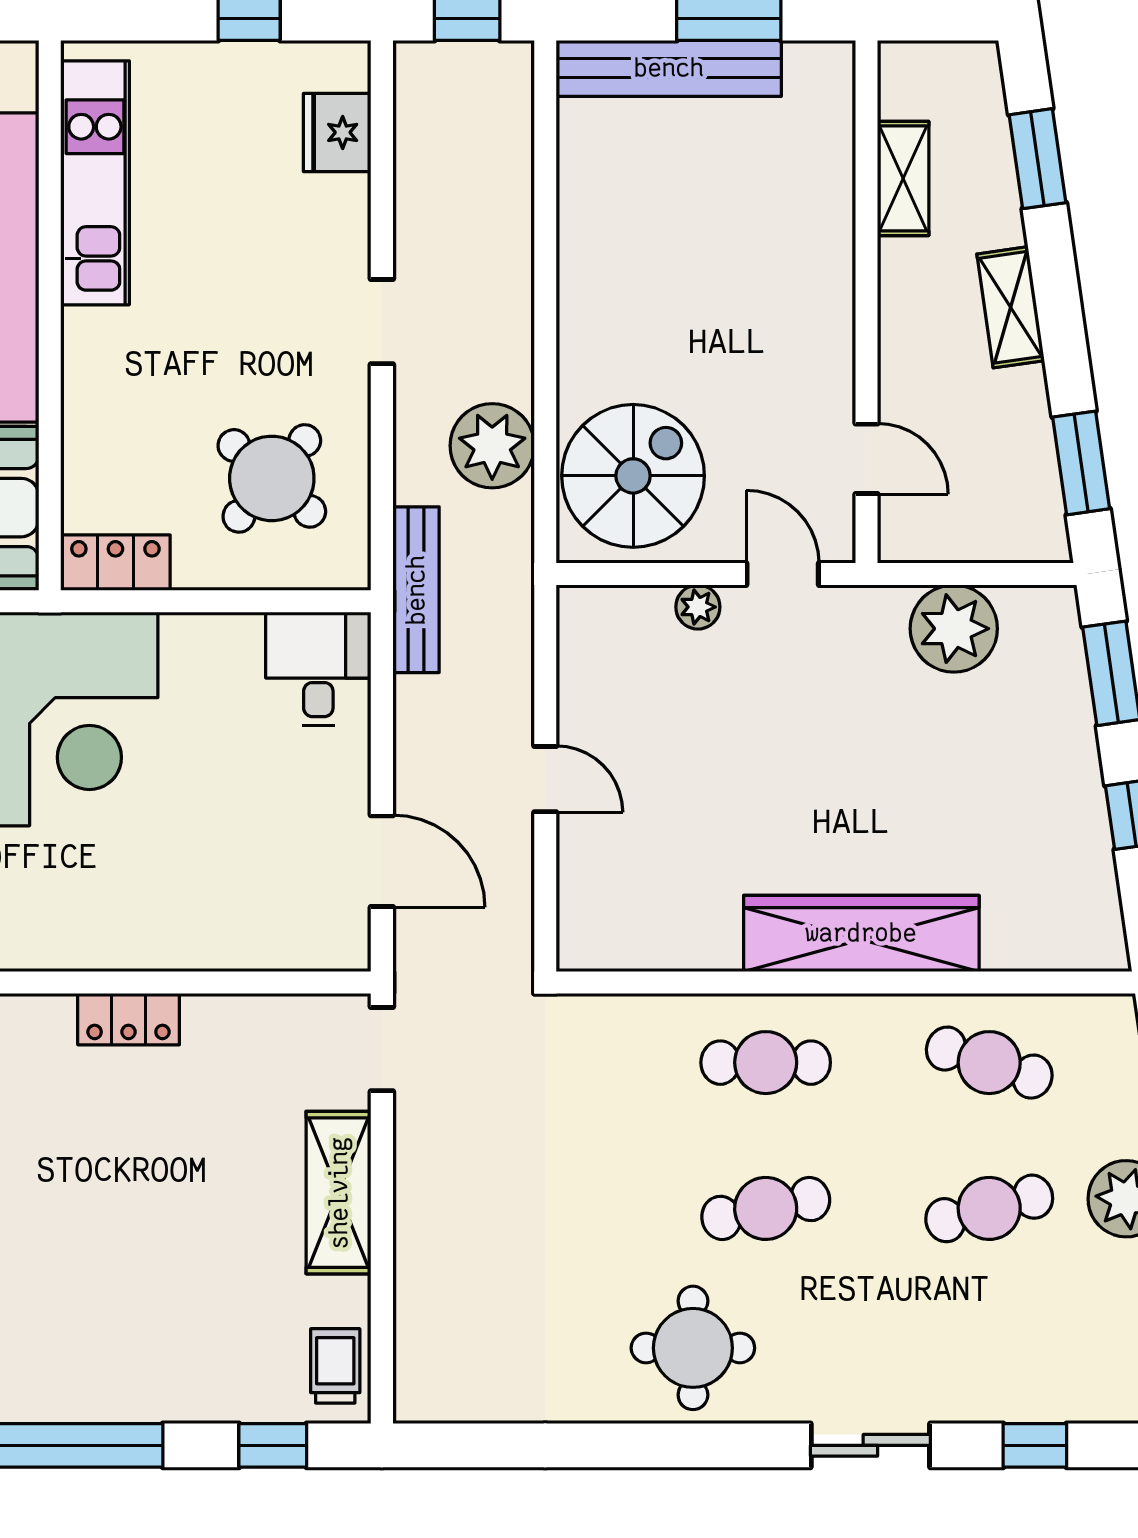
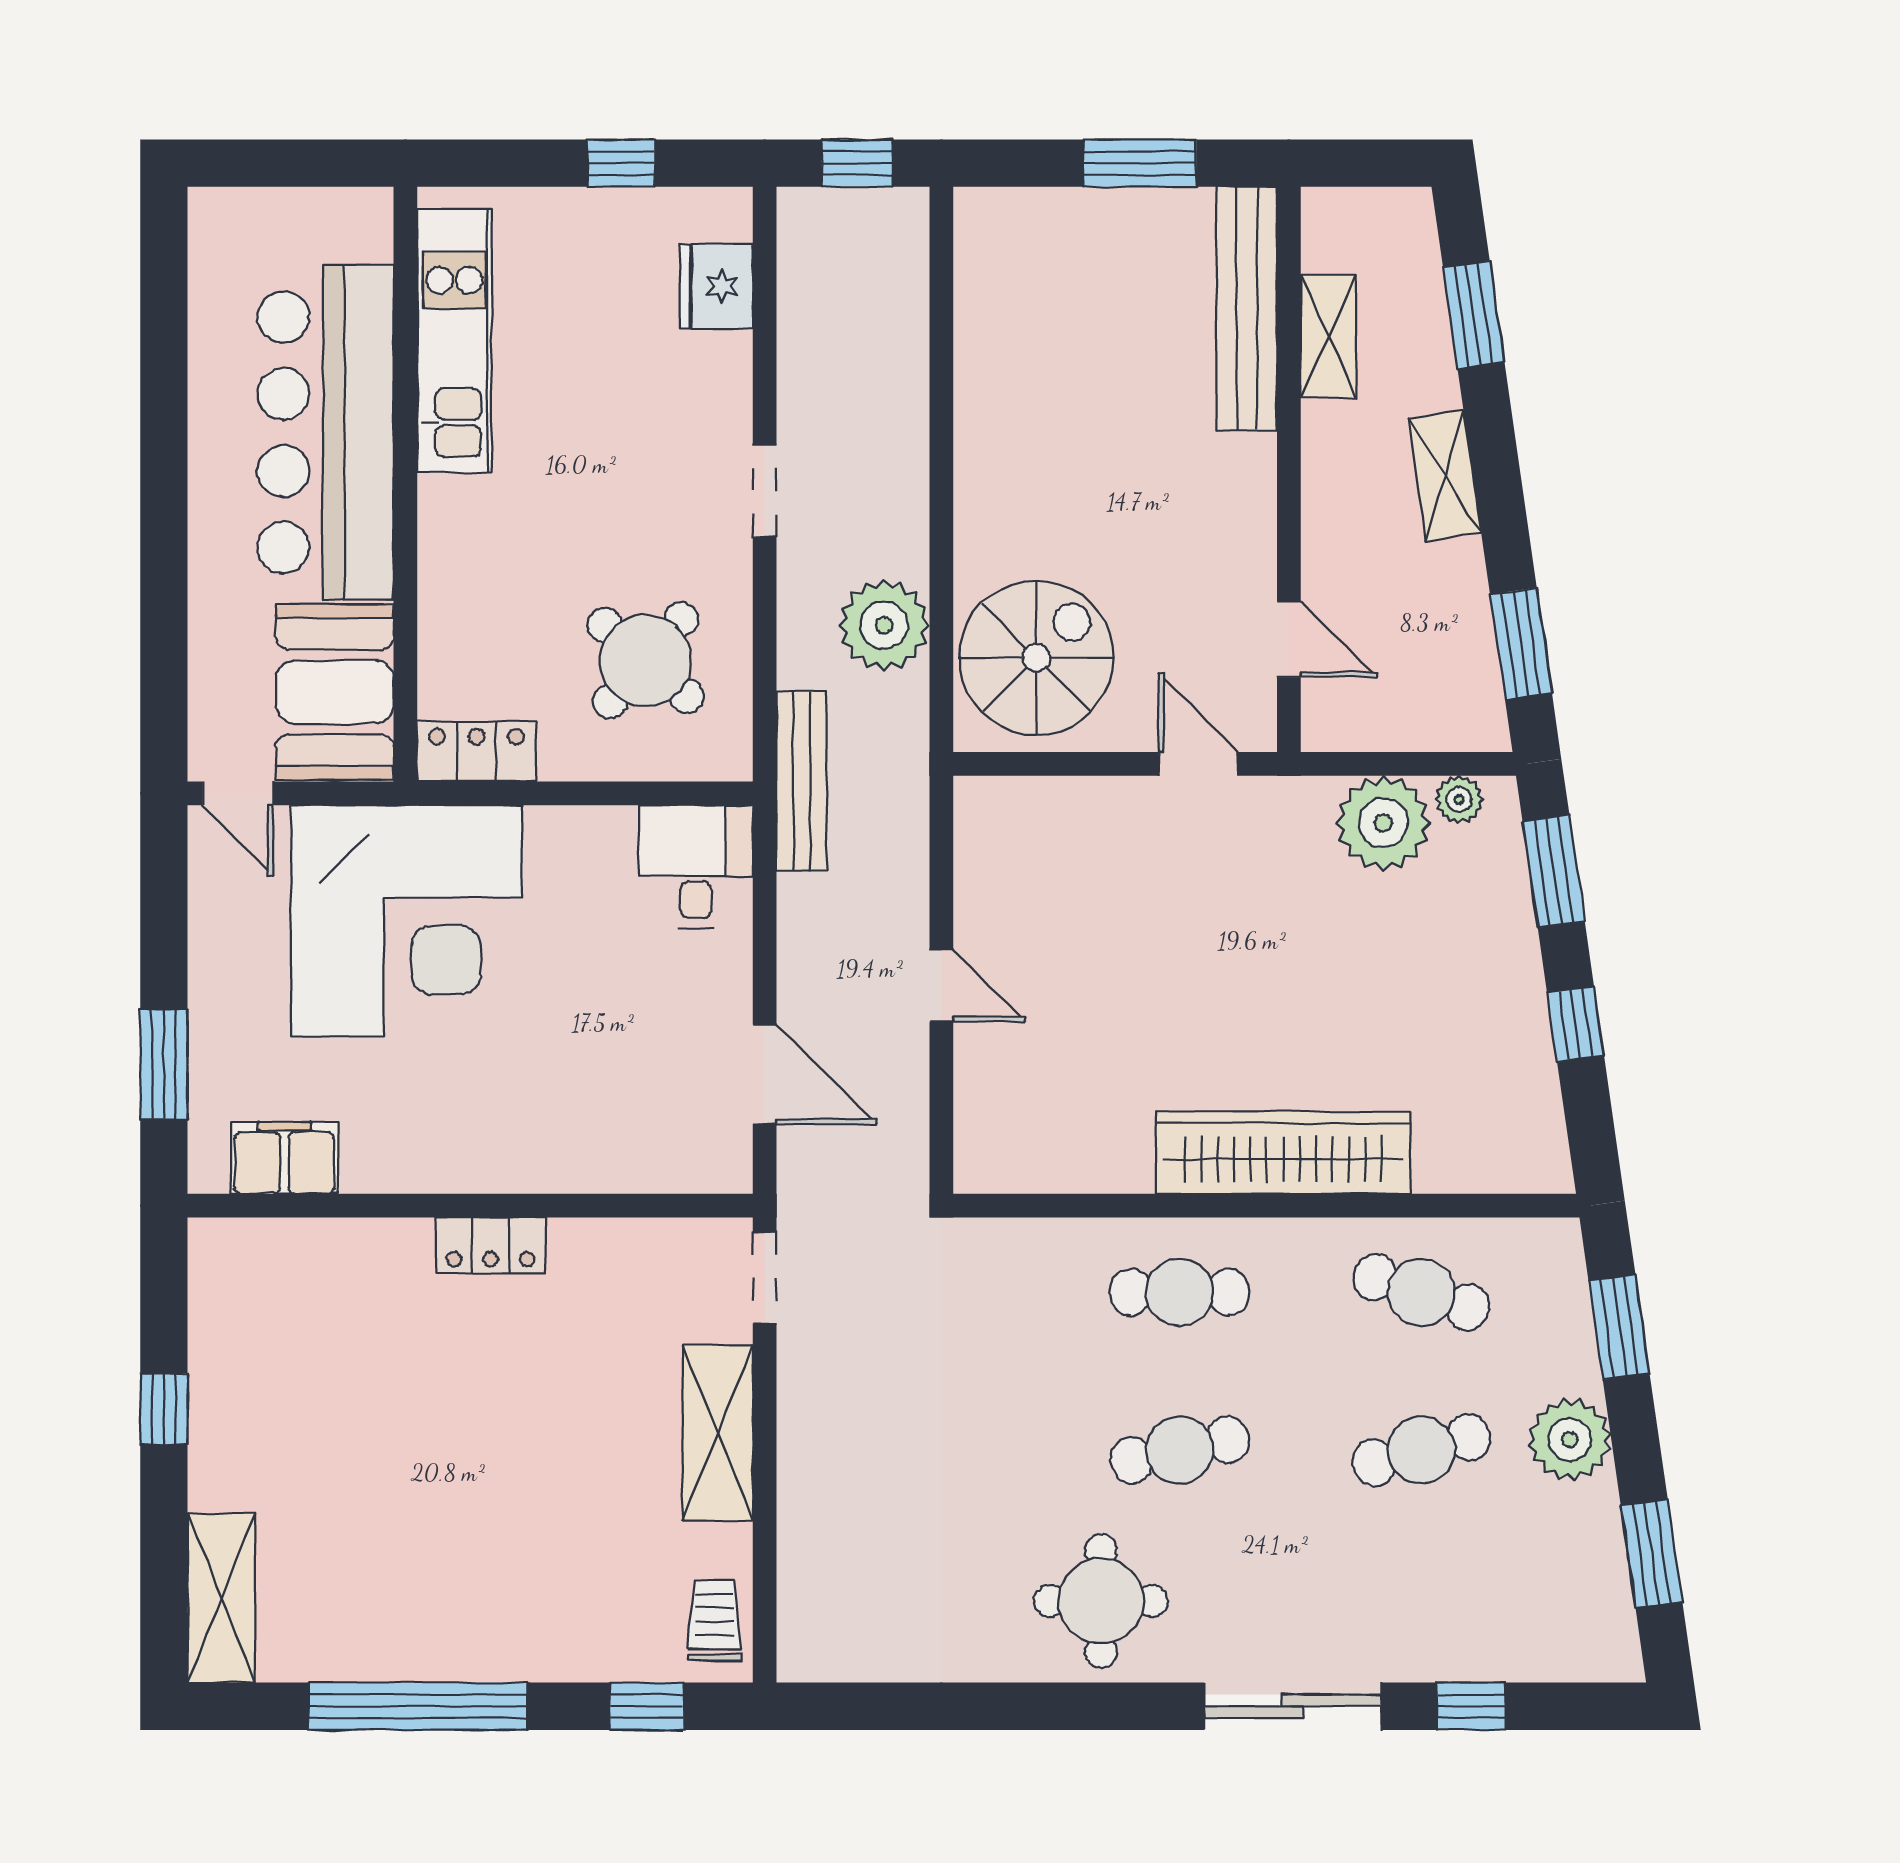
bench: (669, 68) -> (1247, 308), moved, turned 90
plant: (698, 607) -> (1459, 800), moved
sliding door: (870, 1445) -> (1293, 1706), width x1.37

